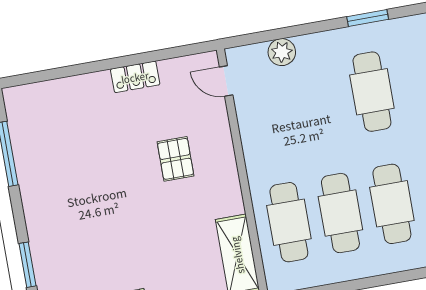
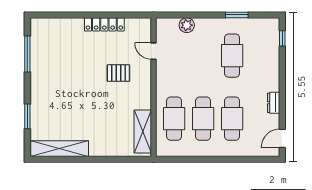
locker: (135, 77) -> (104, 24), width x1.53
door: (226, 81) -> (154, 51), moved
pallet: (176, 159) -> (118, 73), turned 90

